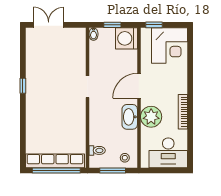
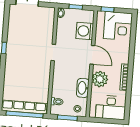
washing machine: (127, 38) -> (85, 31), moved
door: (139, 86) -> (92, 55), swing flipped
washbasin: (130, 117) -> (83, 88), moved

